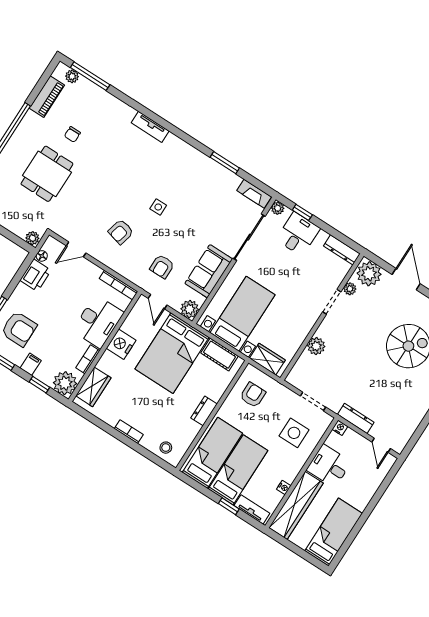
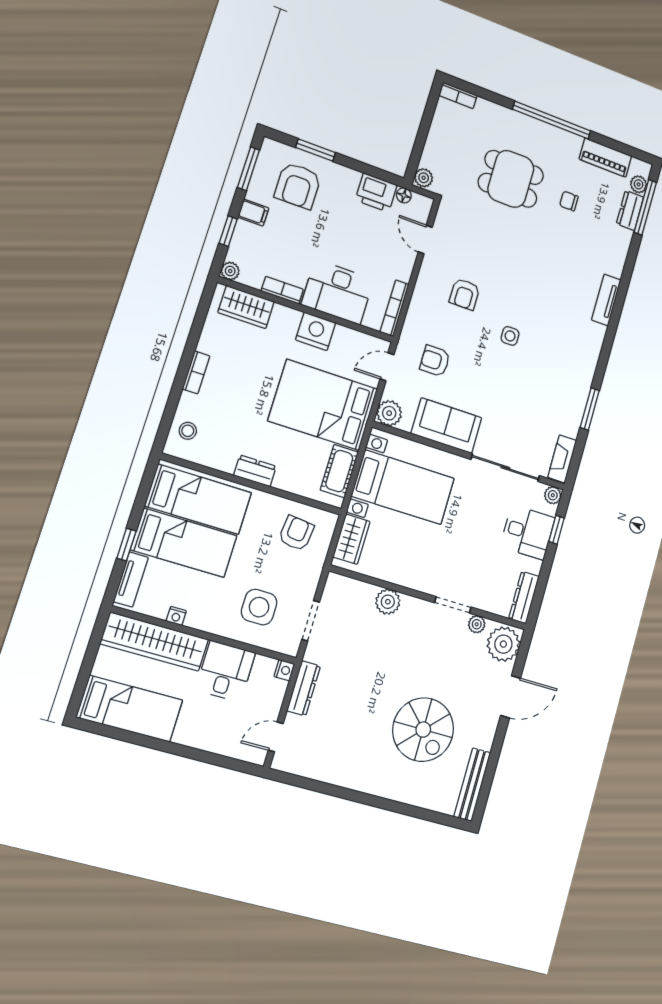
dresser: (90, 89) -> (630, 210), added
armchair: (121, 232) -> (465, 294), turned -104
plant: (65, 383) -> (230, 271), width x0.53, depth x0.53
armchair: (253, 395) -> (296, 533), turned -84

